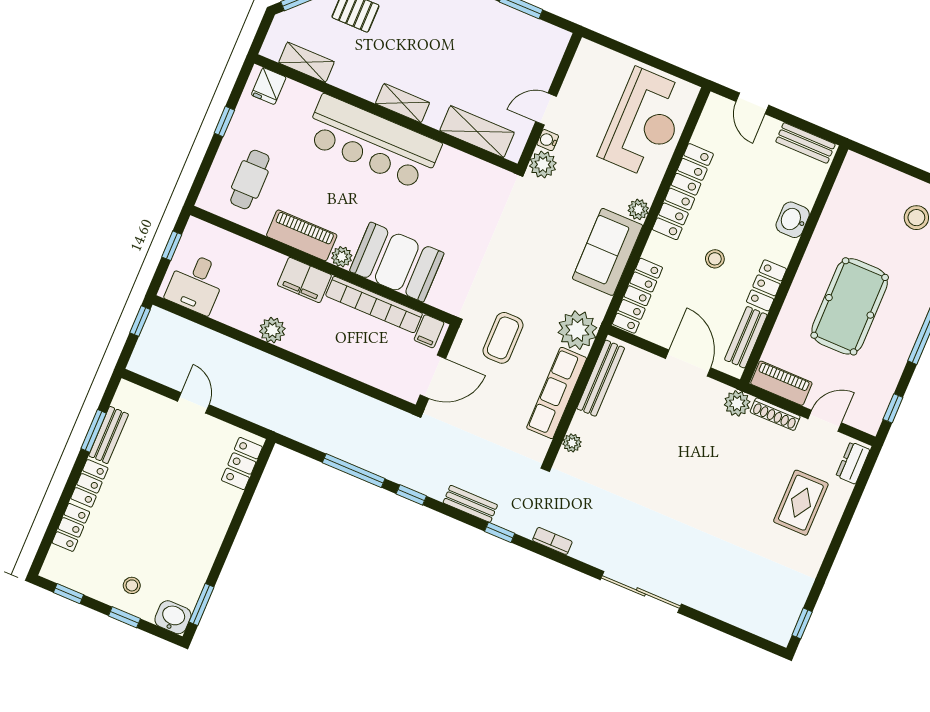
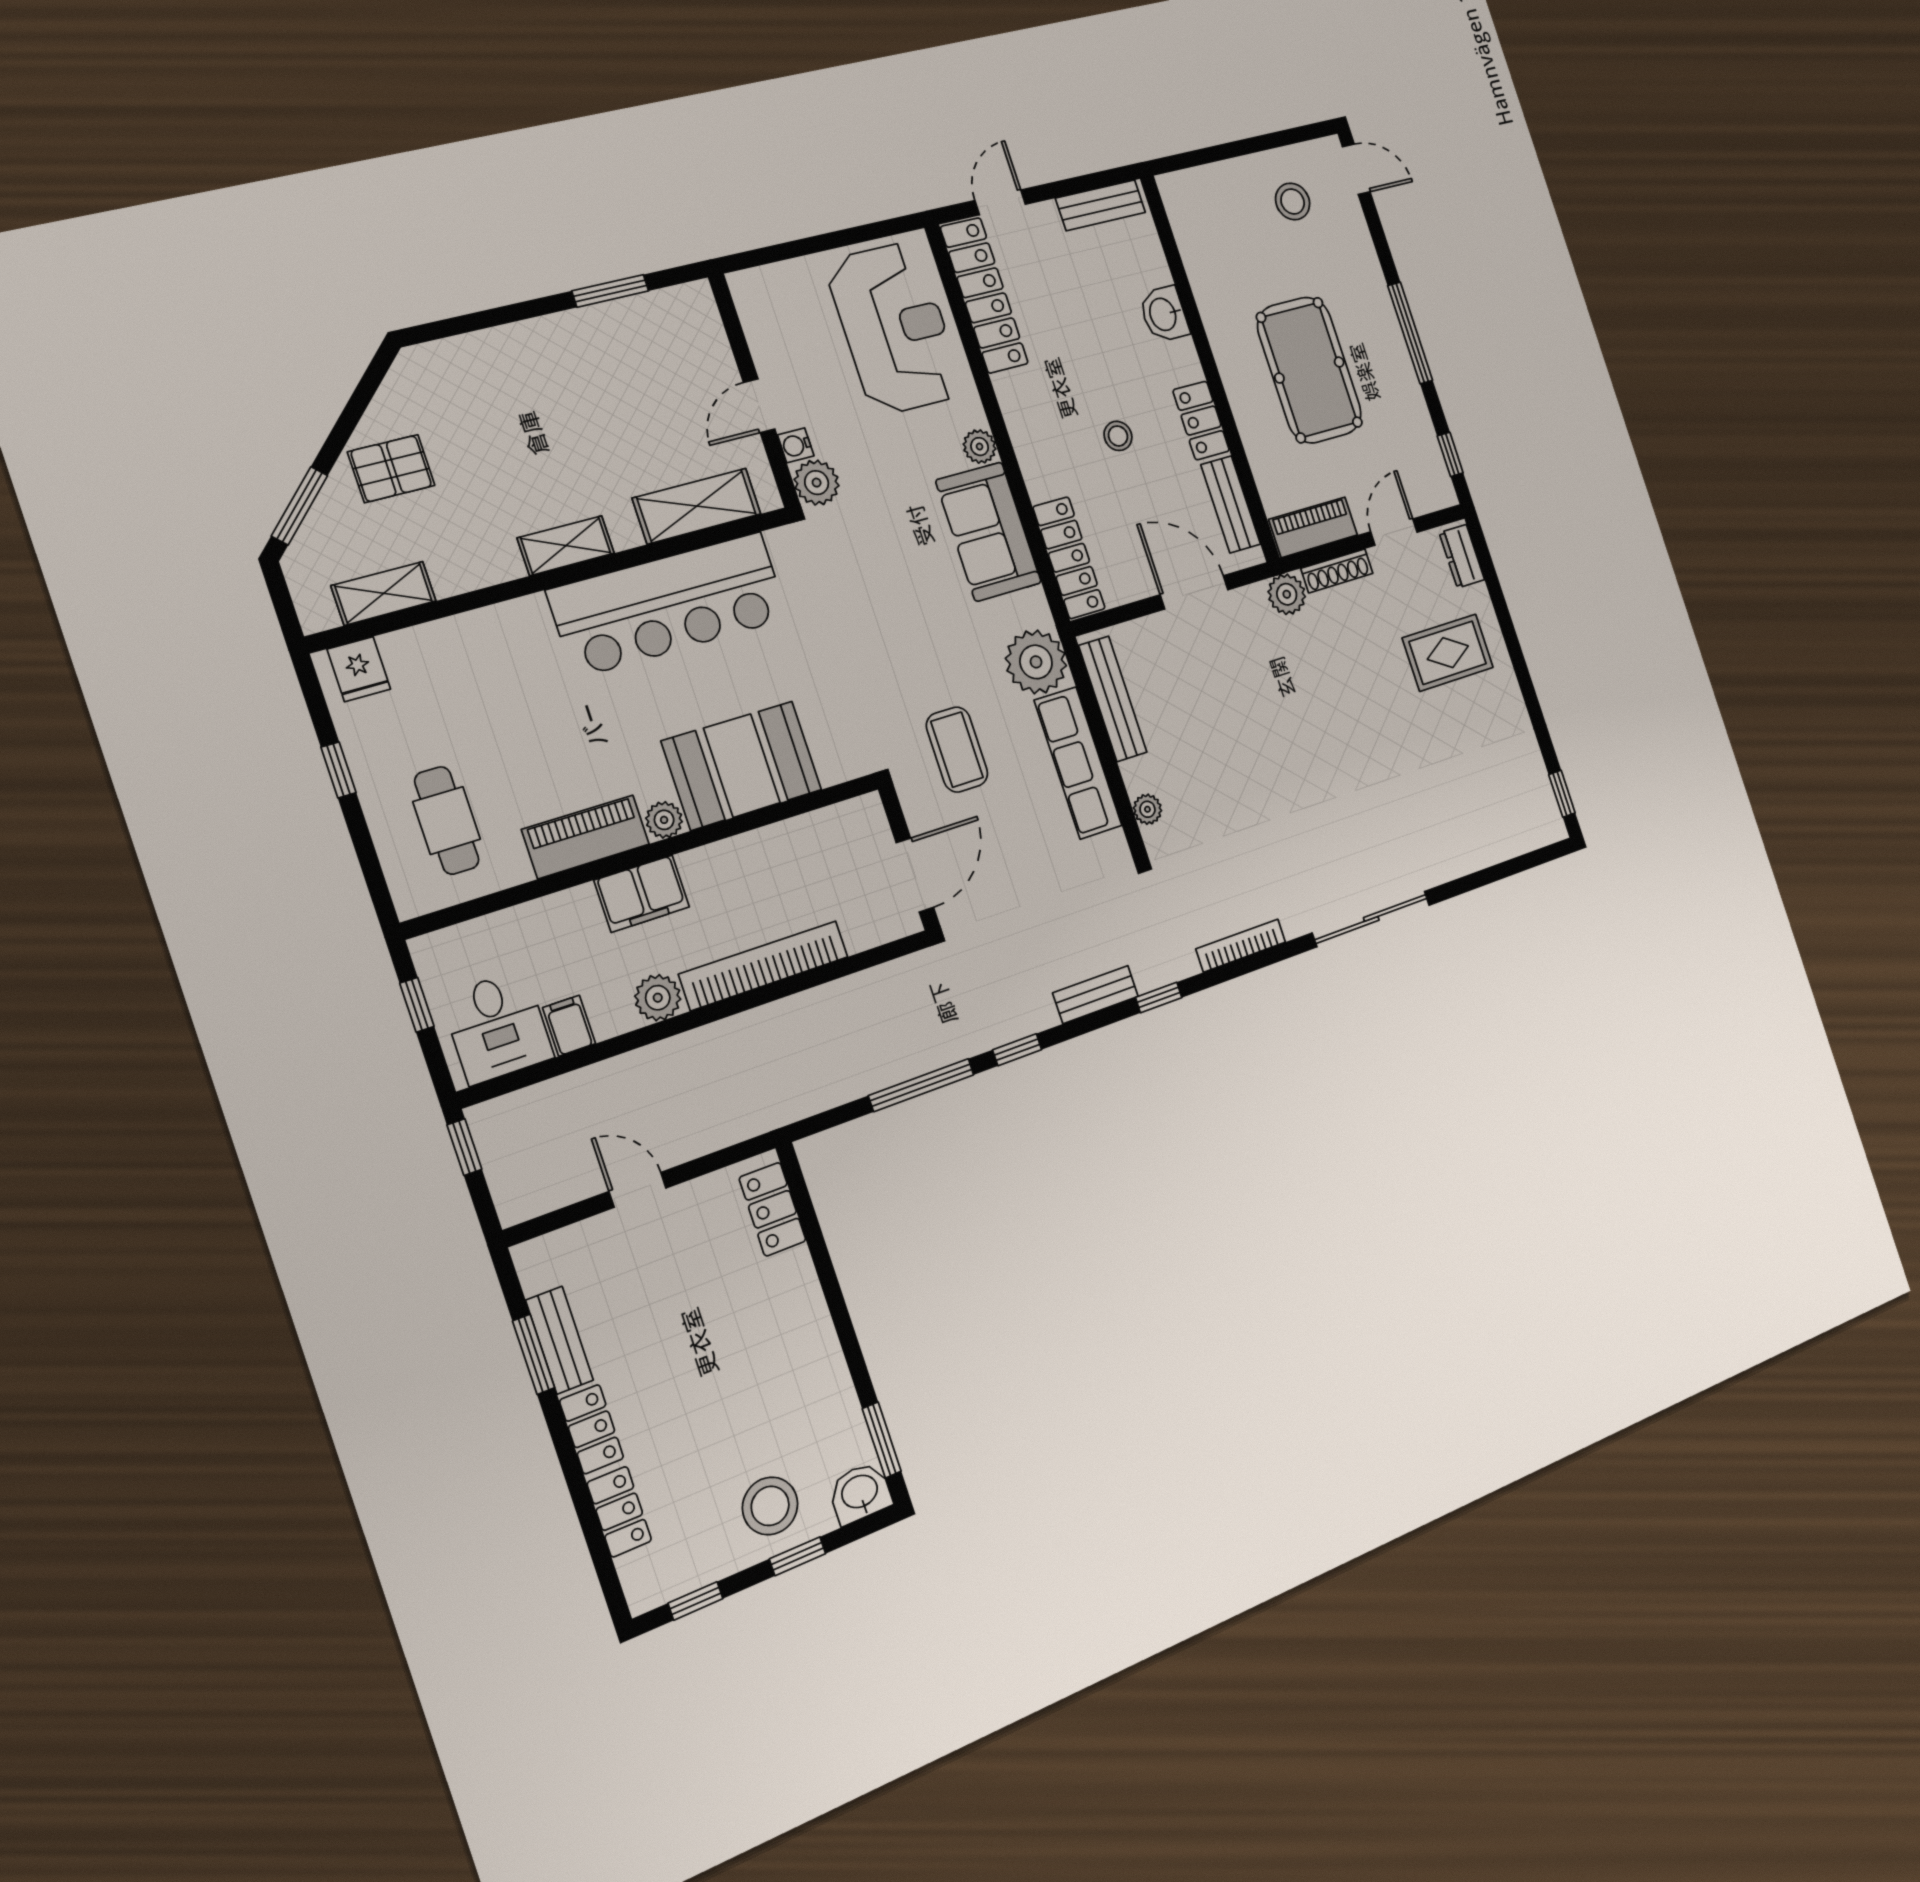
door: (752, 103) -> (1000, 202), swing flipped
bar counter: (373, 142) -> (669, 604), moved
locker: (683, 192) -> (984, 295), moved
bookcase: (374, 305) -> (764, 965), moved, turned 180
filing cabinet: (429, 331) -> (569, 1026), moved, turned 180
rug: (801, 503) -> (1448, 653), turned 90
bookcase: (552, 541) -> (1241, 945), width x1.56
stool: (132, 585) -> (770, 1506), width x1.89, depth x1.89

